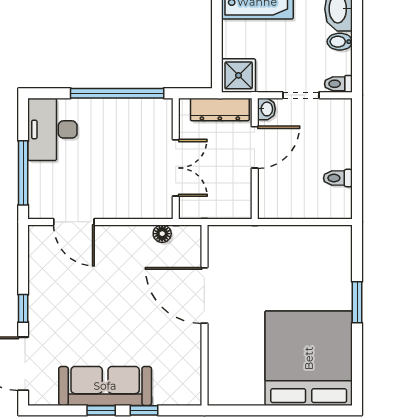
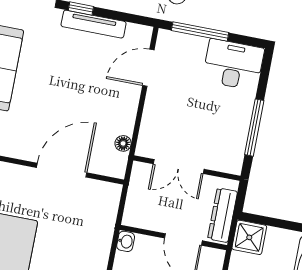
window: (117, 93) -> (254, 128), width x0.68
washbasin: (266, 109) -> (126, 241), moved, turned -90
tv unit: (38, 291) -> (94, 24), added

